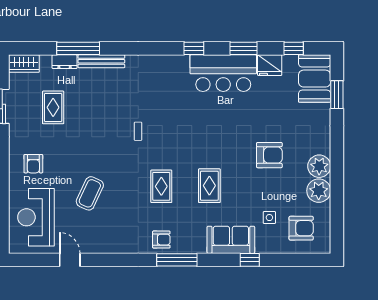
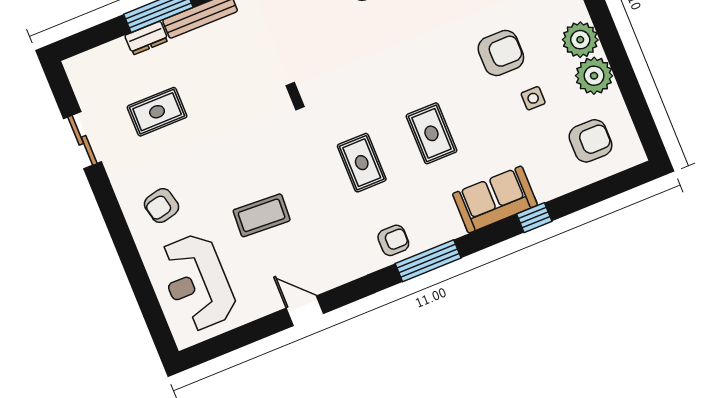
wardrobe: (24, 64) -> (88, 65), removed
rug: (53, 107) -> (157, 112), turned 90
armchair: (33, 164) -> (161, 206), turned 77
coffee table: (90, 193) -> (262, 215), turned 68
side table: (269, 218) -> (533, 98), moved
door: (70, 260) -> (305, 311), moved

